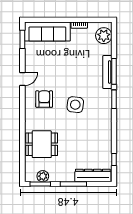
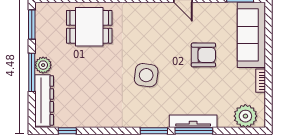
armchair: (44, 99) -> (203, 55), moved
dining table: (42, 144) -> (89, 27), turned 90
plant: (43, 176) -> (43, 65), moved

